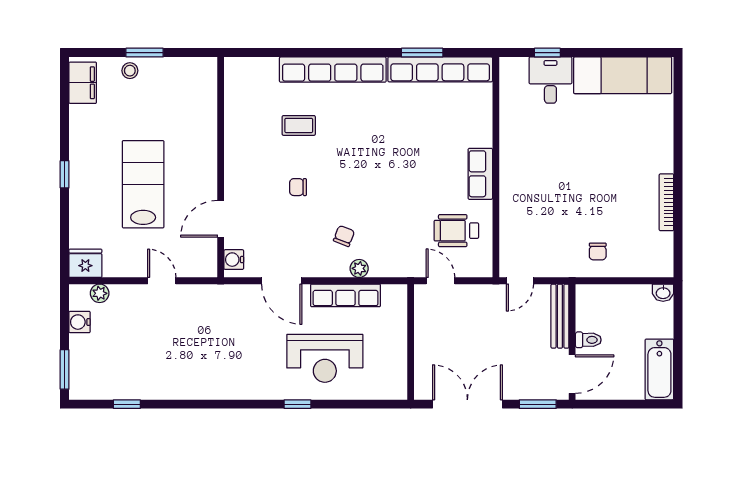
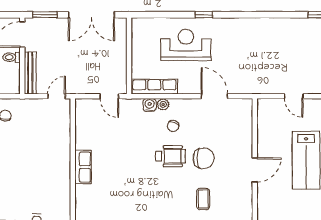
coffee table: (299, 125) -> (203, 199), turned 90
chair: (298, 187) -> (204, 158), width x1.87, depth x1.87
door: (221, 219) -> (255, 170), moved
wheelchair: (456, 231) -> (170, 156), moved
water cooler: (234, 260) -> (150, 105), moved, turned -90
row of seats: (346, 295) -> (154, 87), moved

